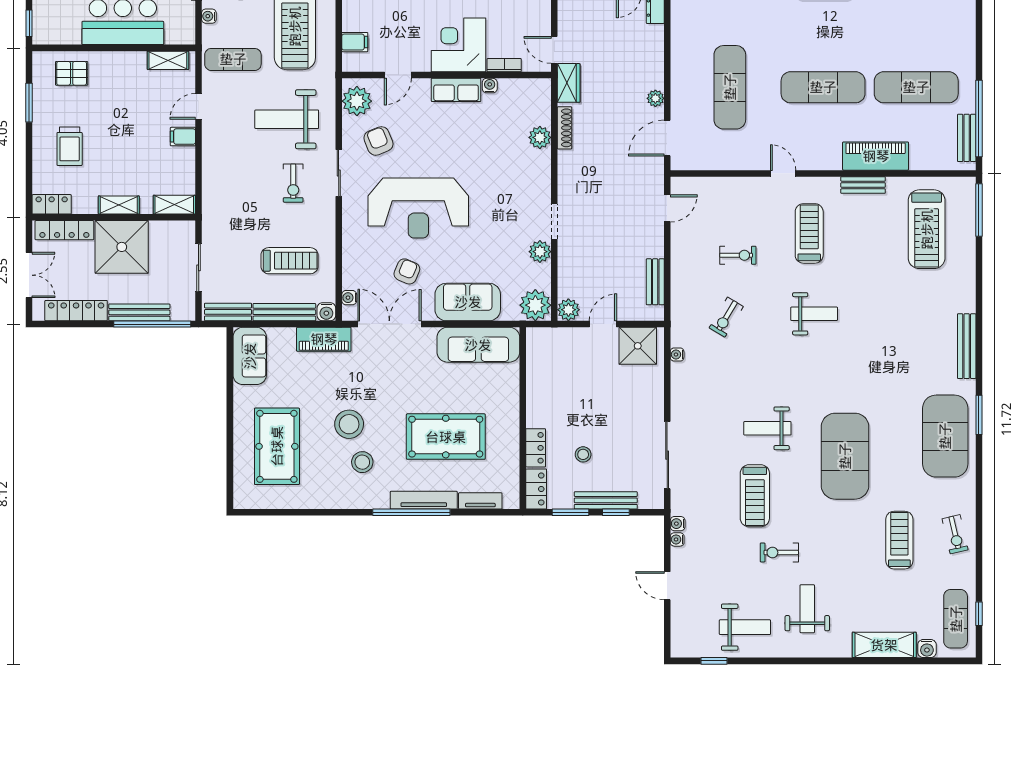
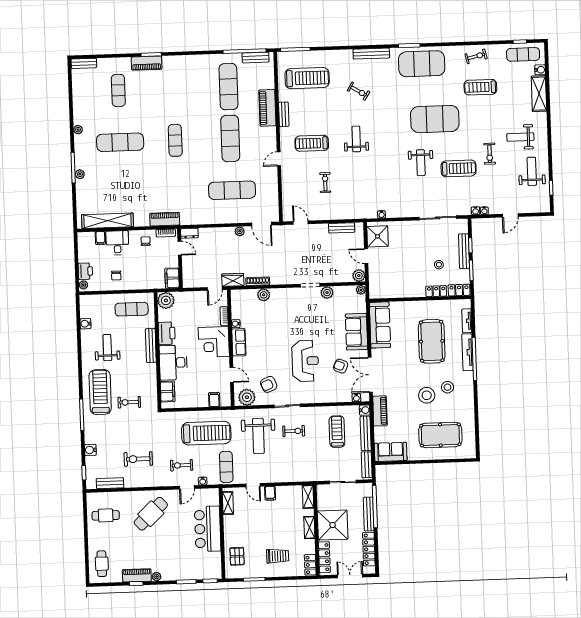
reception desk: (418, 208) -> (305, 361), width x0.74, depth x0.77
plant: (535, 305) -> (361, 290), width x0.53, depth x0.53
exercise bike: (726, 317) -> (359, 91), moved

